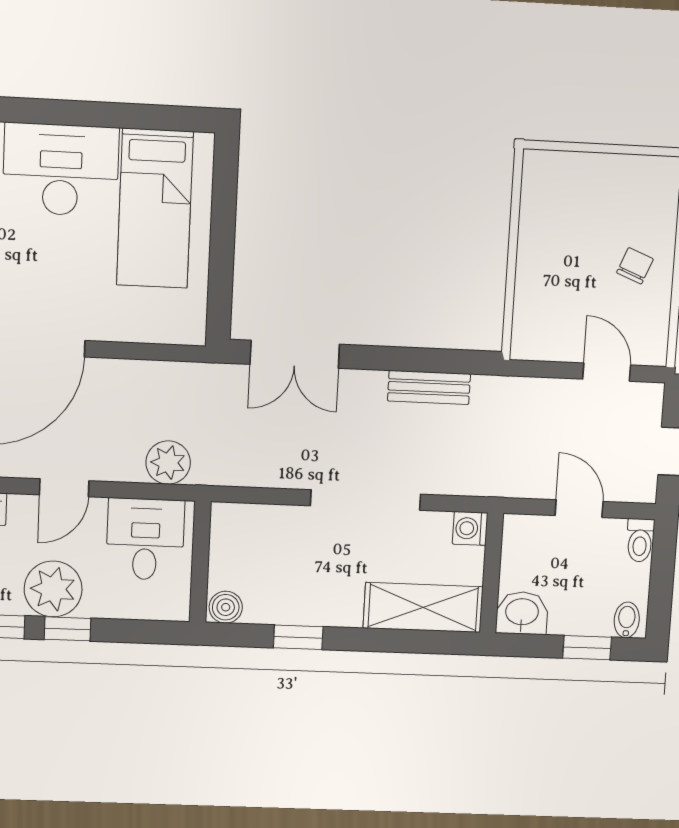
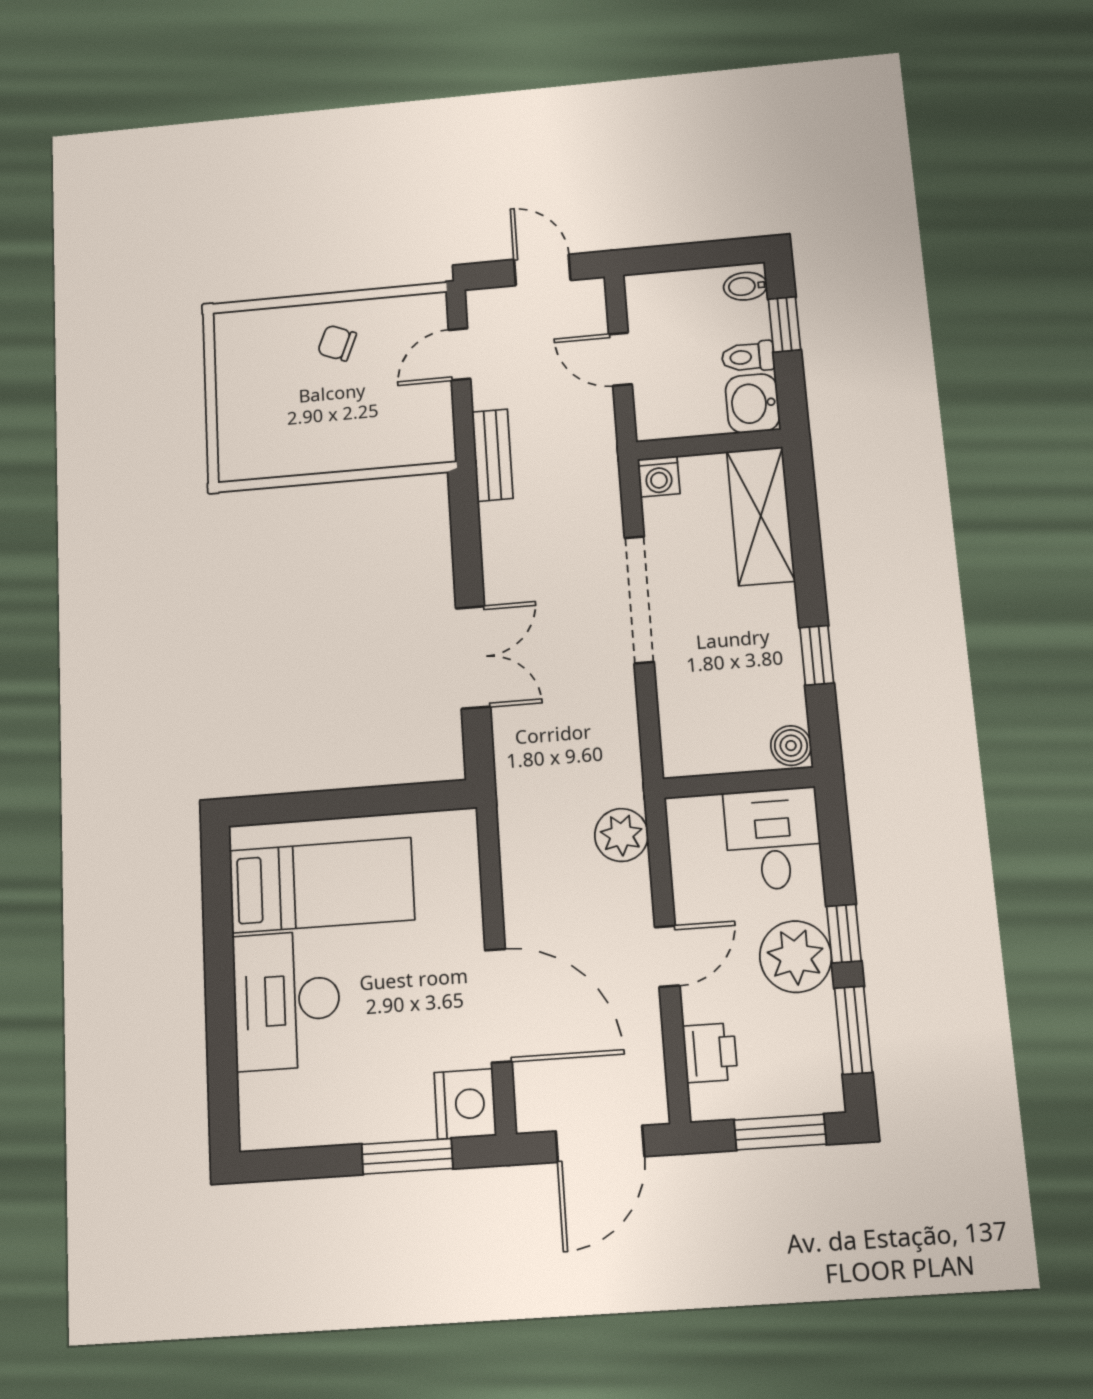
double door: (295, 354) -> (473, 657), moved
bench: (429, 387) -> (492, 455), moved
door: (64, 488) -> (667, 956), hinge flipped
door: (579, 509) -> (620, 359), hinge flipped
desk: (145, 539) -> (773, 839), moved, turned 90
toilet: (640, 540) -> (748, 357), moved, turned 180

